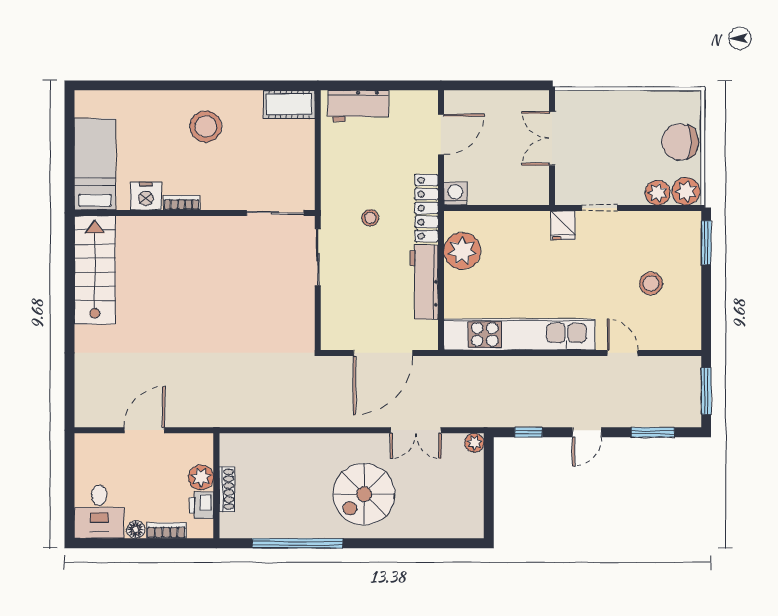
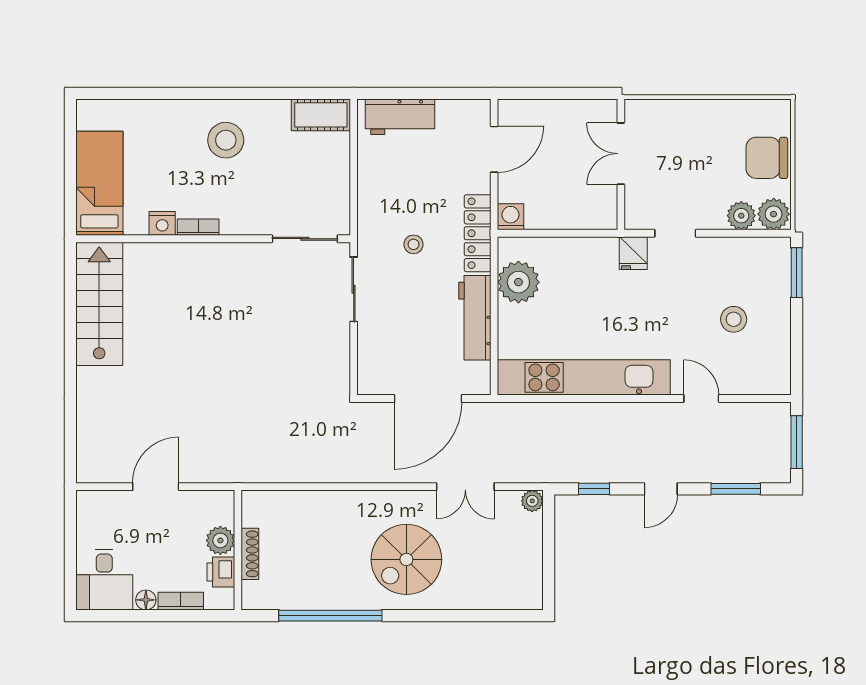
nightstand: (146, 196) -> (162, 223), width x0.74, depth x0.75

